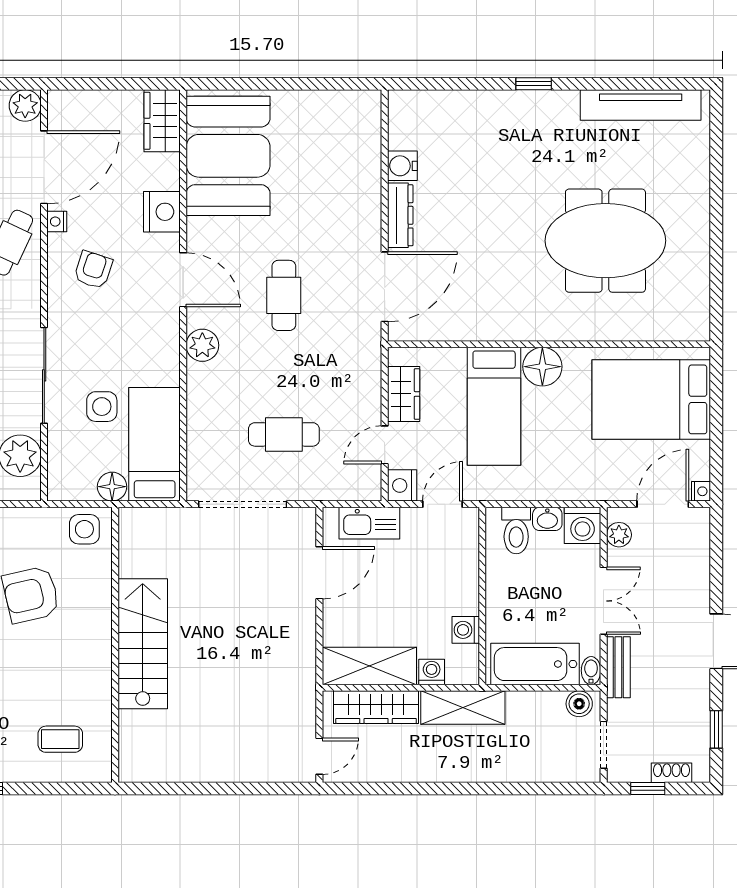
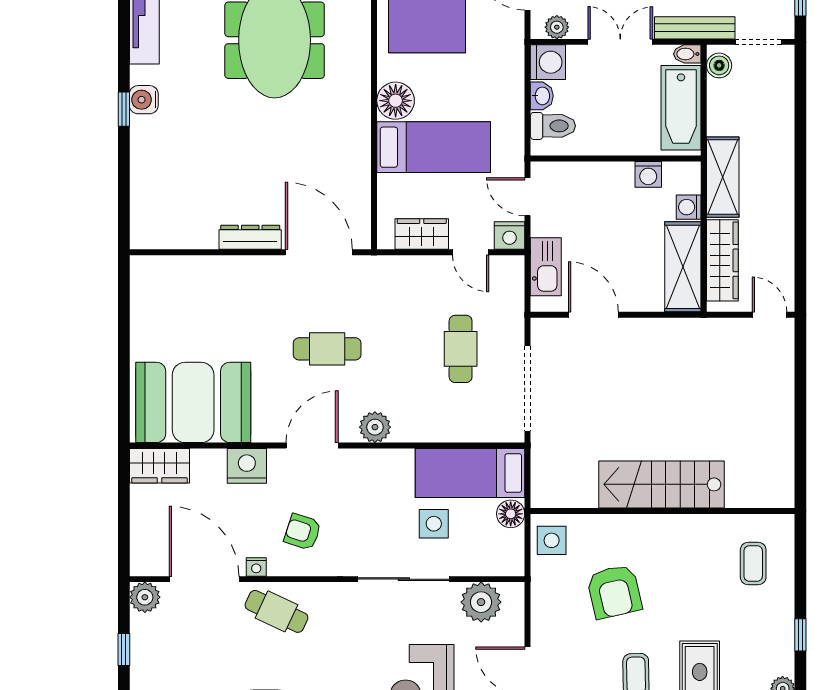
water cooler: (402, 166) -> (144, 100), moved, turned 90
bench: (618, 667) -> (695, 28), width x1.36

